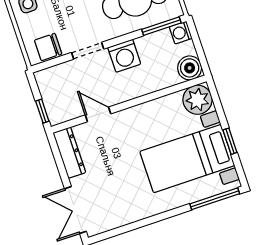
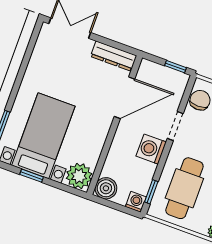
window: (161, 26) -> (151, 192), width x0.67
window: (42, 111) -> (176, 67), moved
door: (98, 114) -> (124, 98), width x1.88

